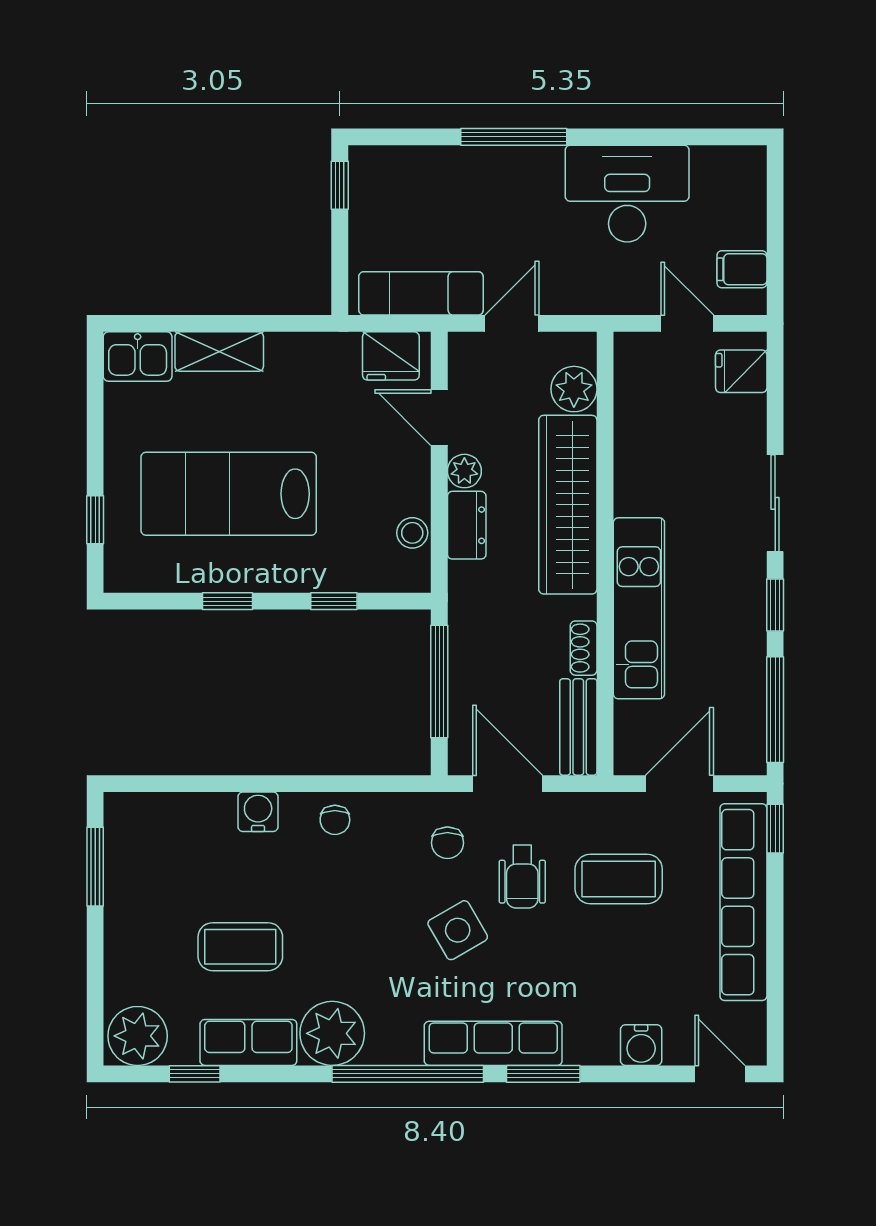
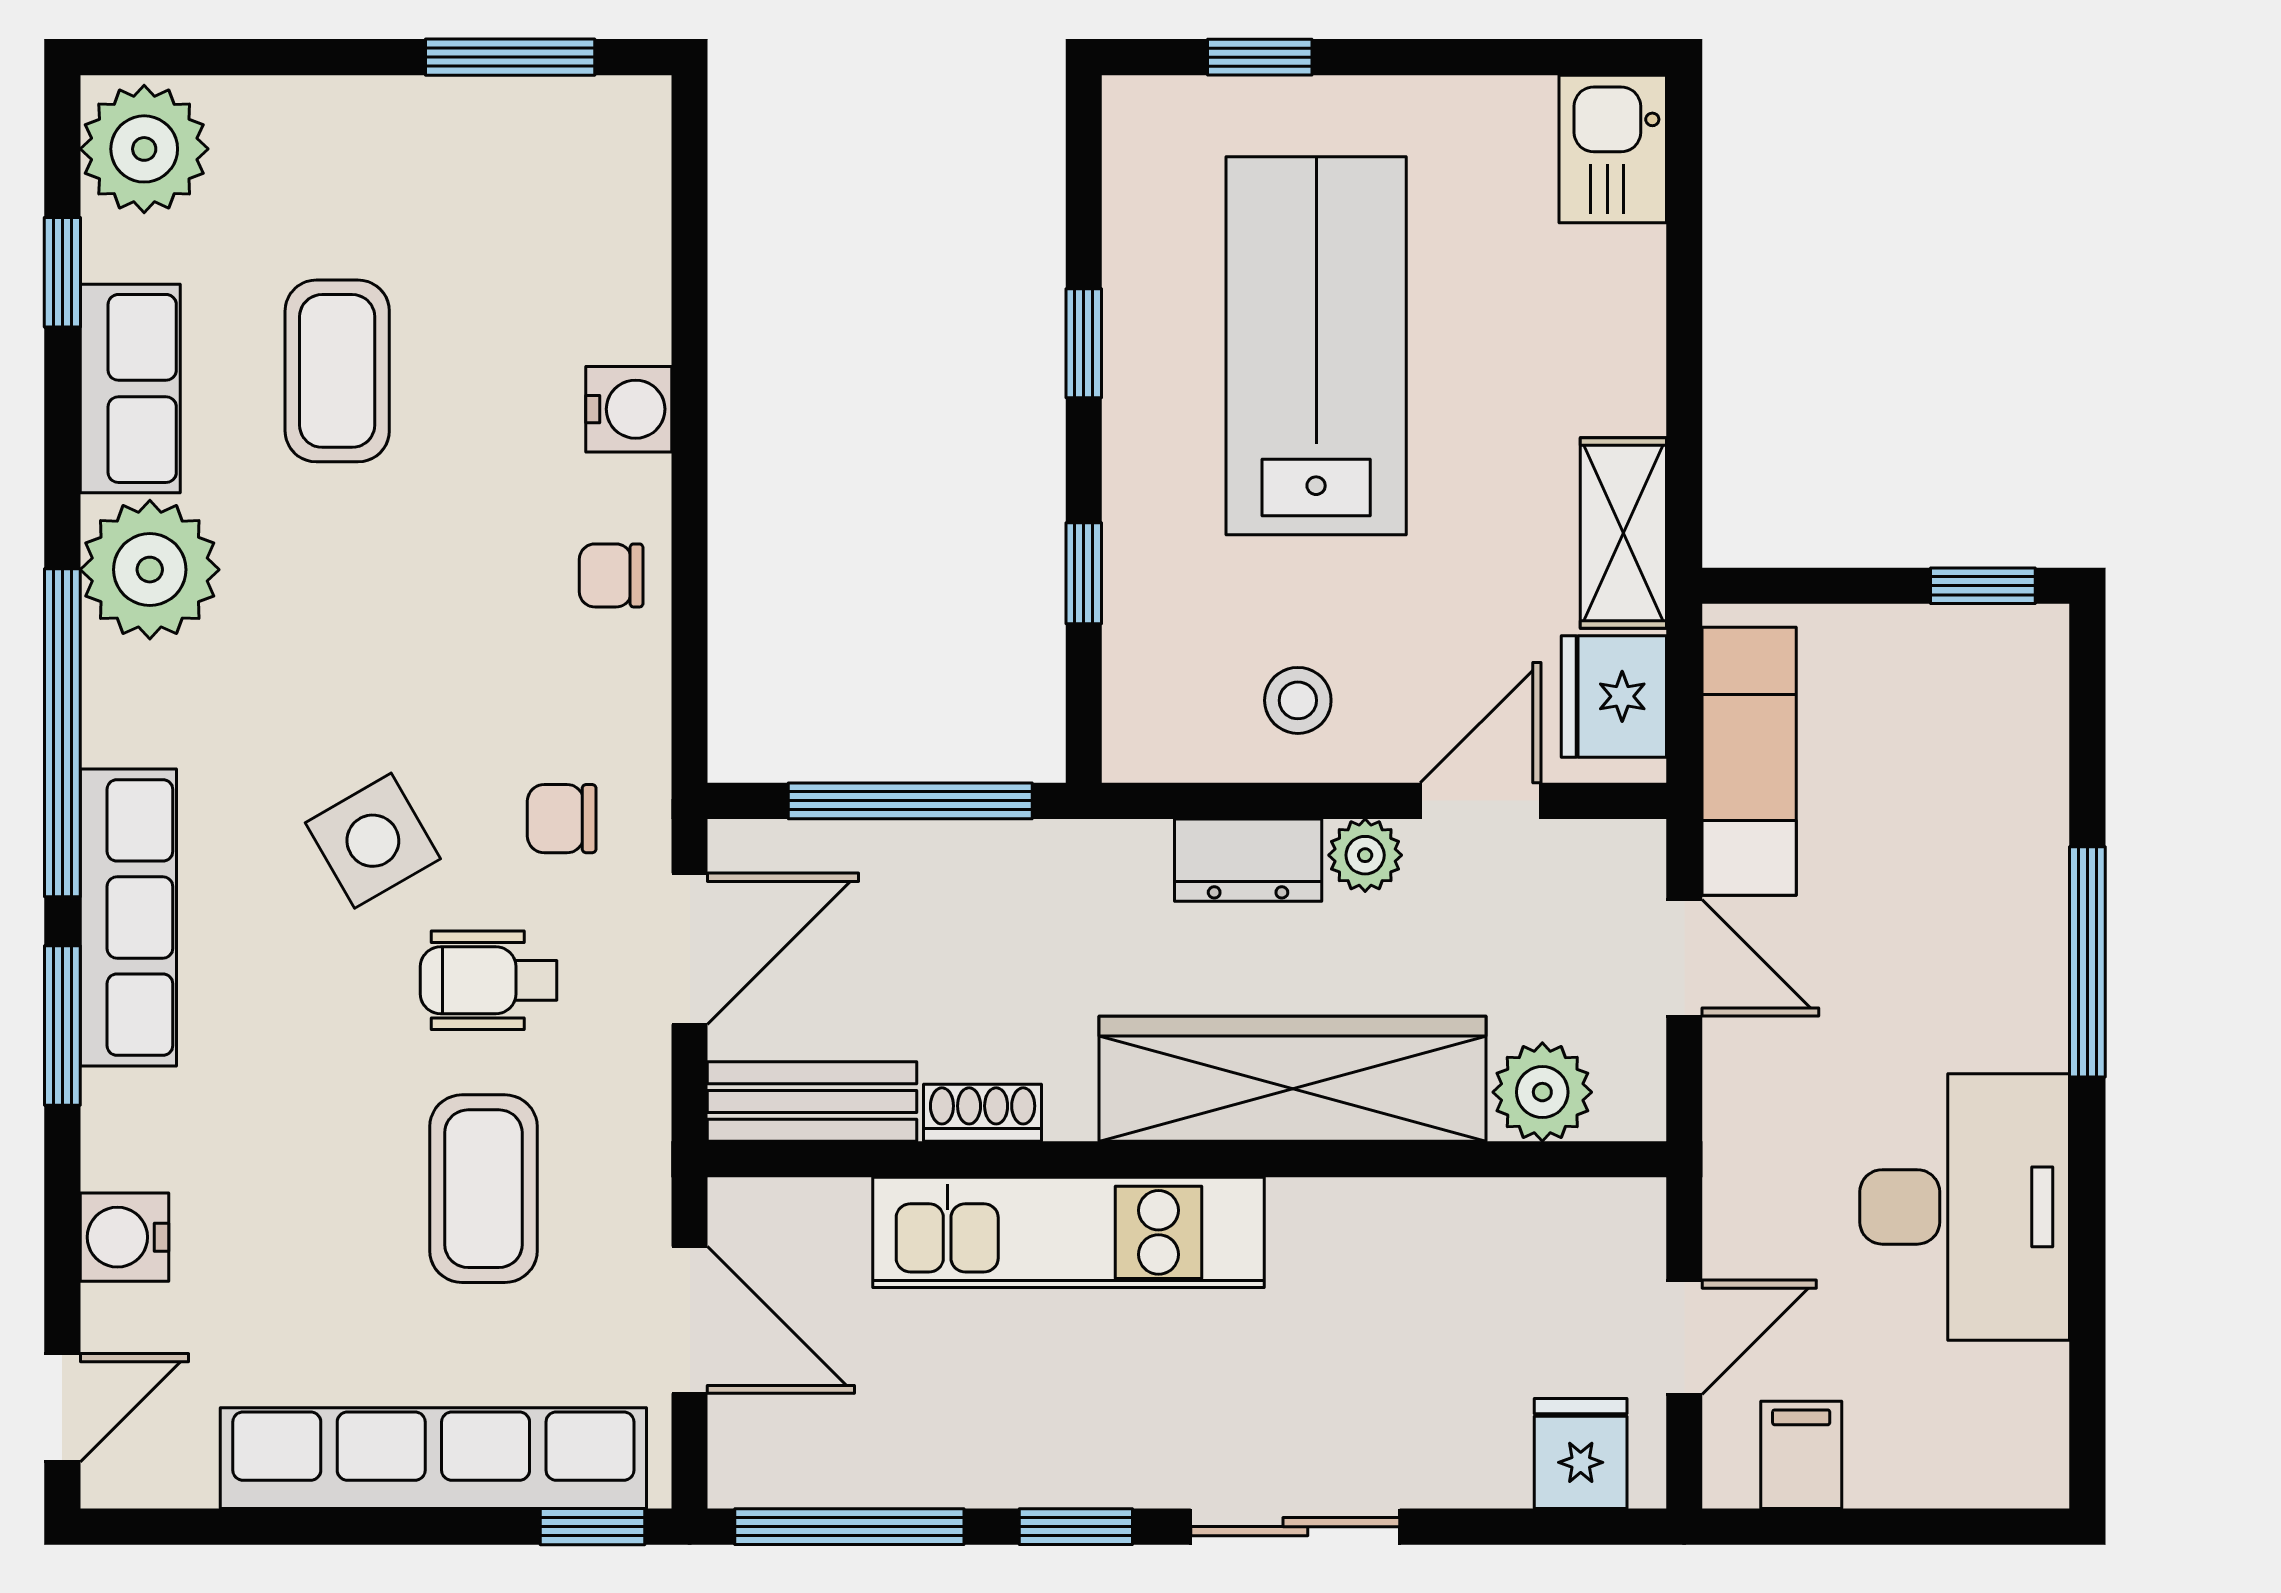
shelving: (219, 352) -> (1623, 533), moved
stool: (412, 533) -> (1298, 700), moved

